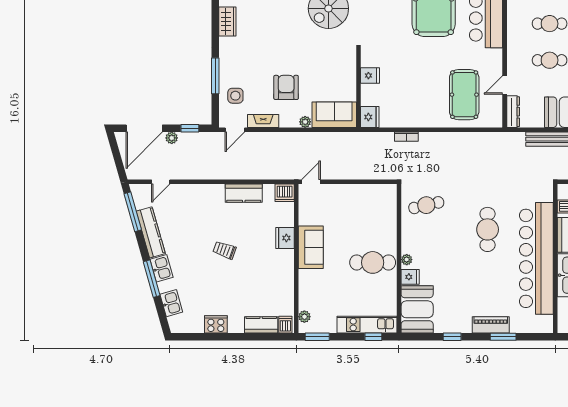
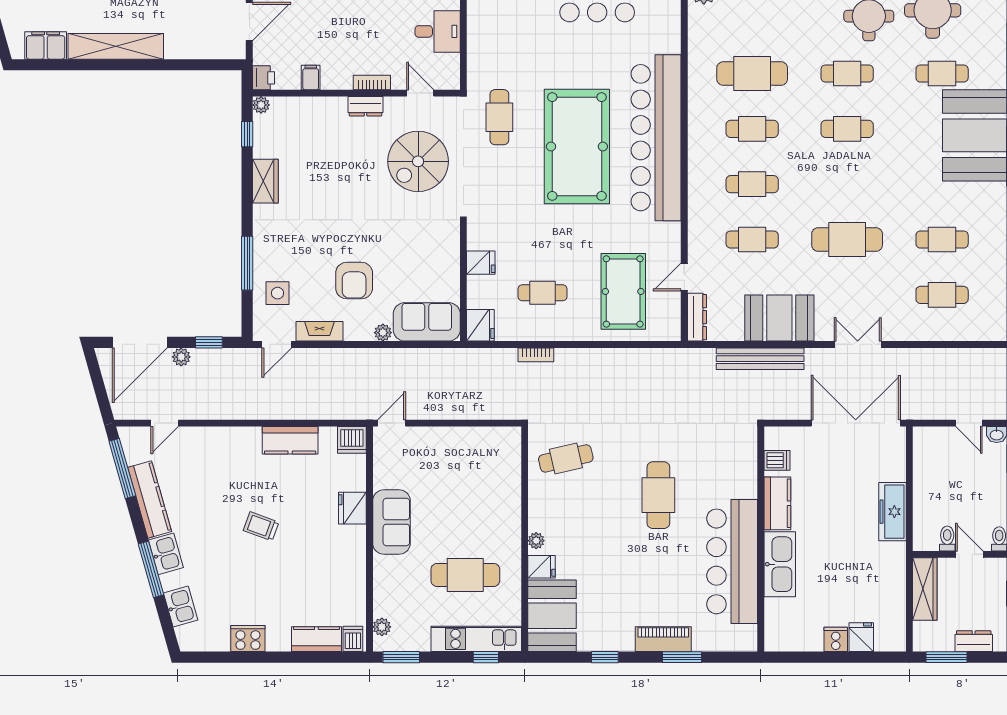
armchair: (286, 87) -> (354, 281), turned 180
cafe table: (411, 96) -> (543, 293), added
bar counter: (536, 258) -> (732, 561), width x0.73
cafe table: (373, 262) -> (465, 575), moved

